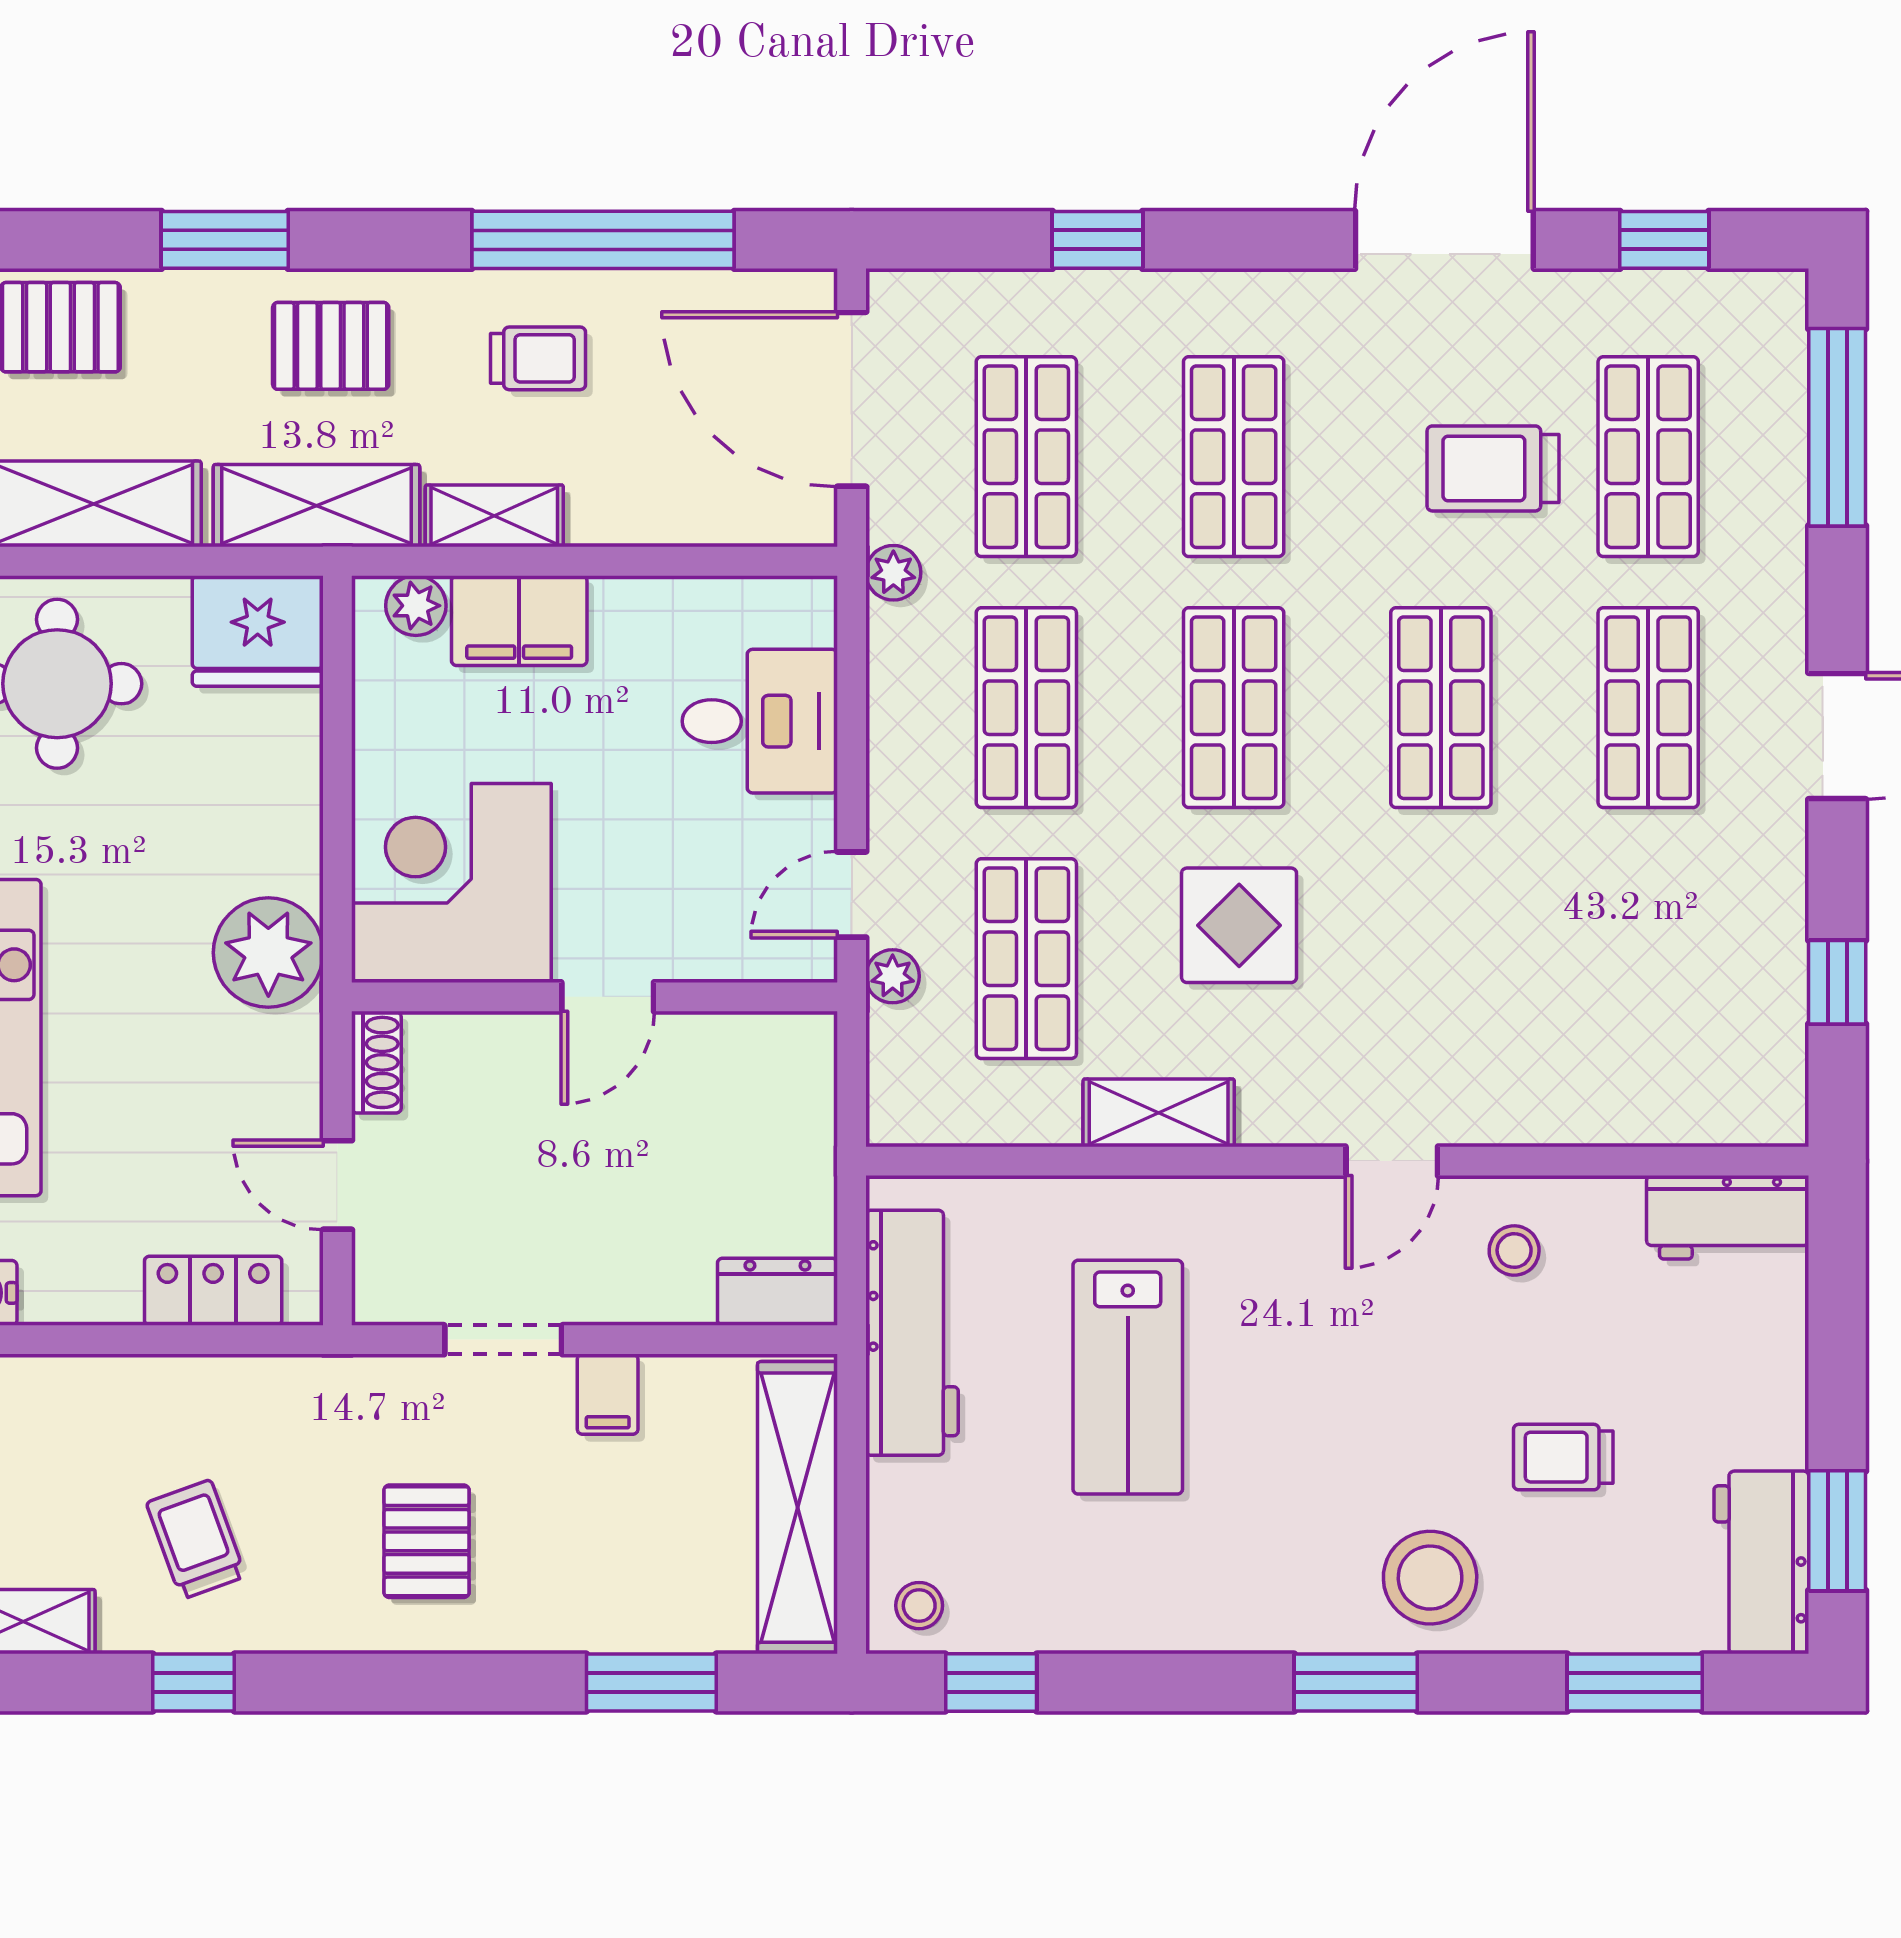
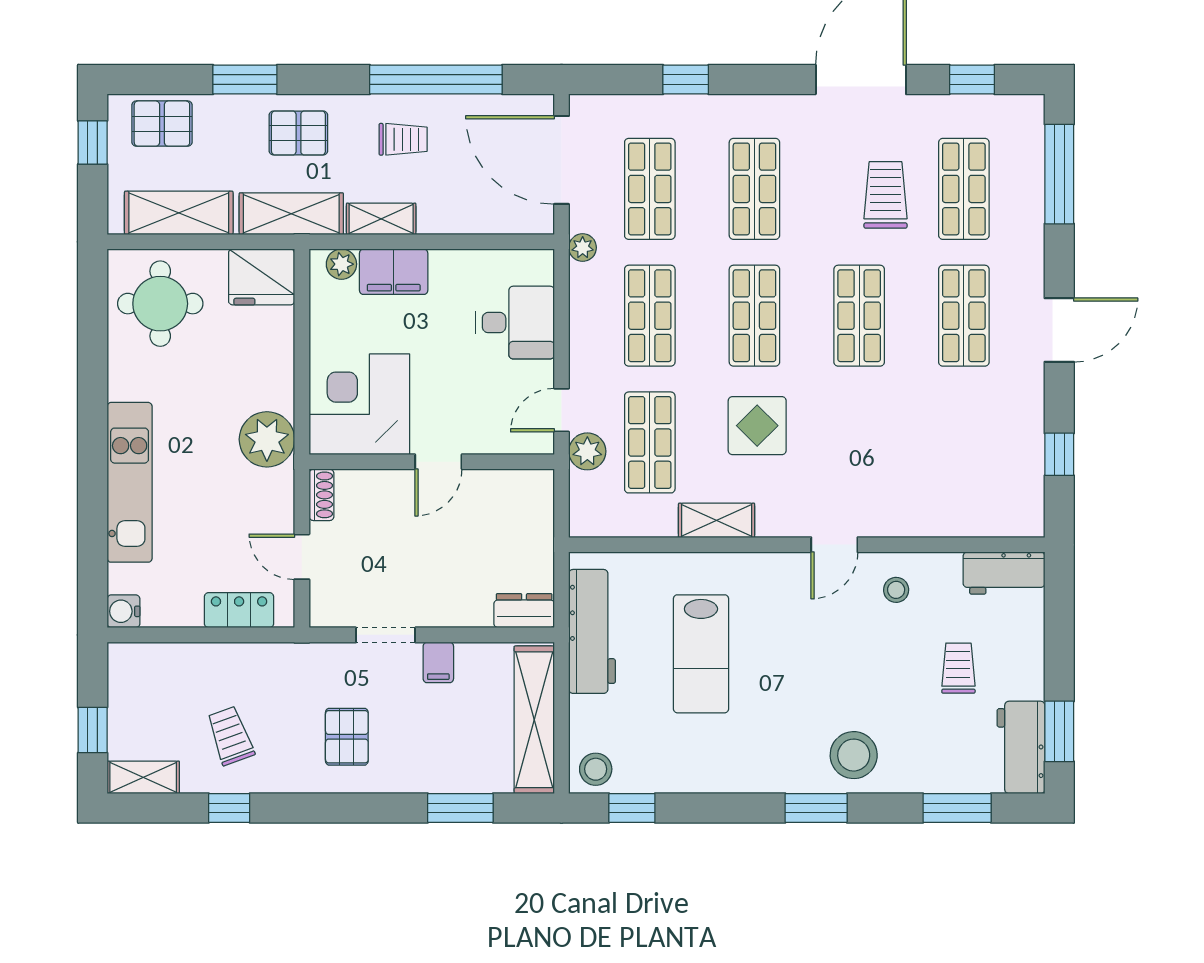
trolley: (1493, 468) -> (886, 195), turned 90
plant: (893, 976) -> (587, 451), width x1.38, depth x1.38
trolley: (1563, 1457) -> (958, 668), moved, turned 90
stool: (919, 1606) -> (596, 769), width x1.37, depth x1.37

